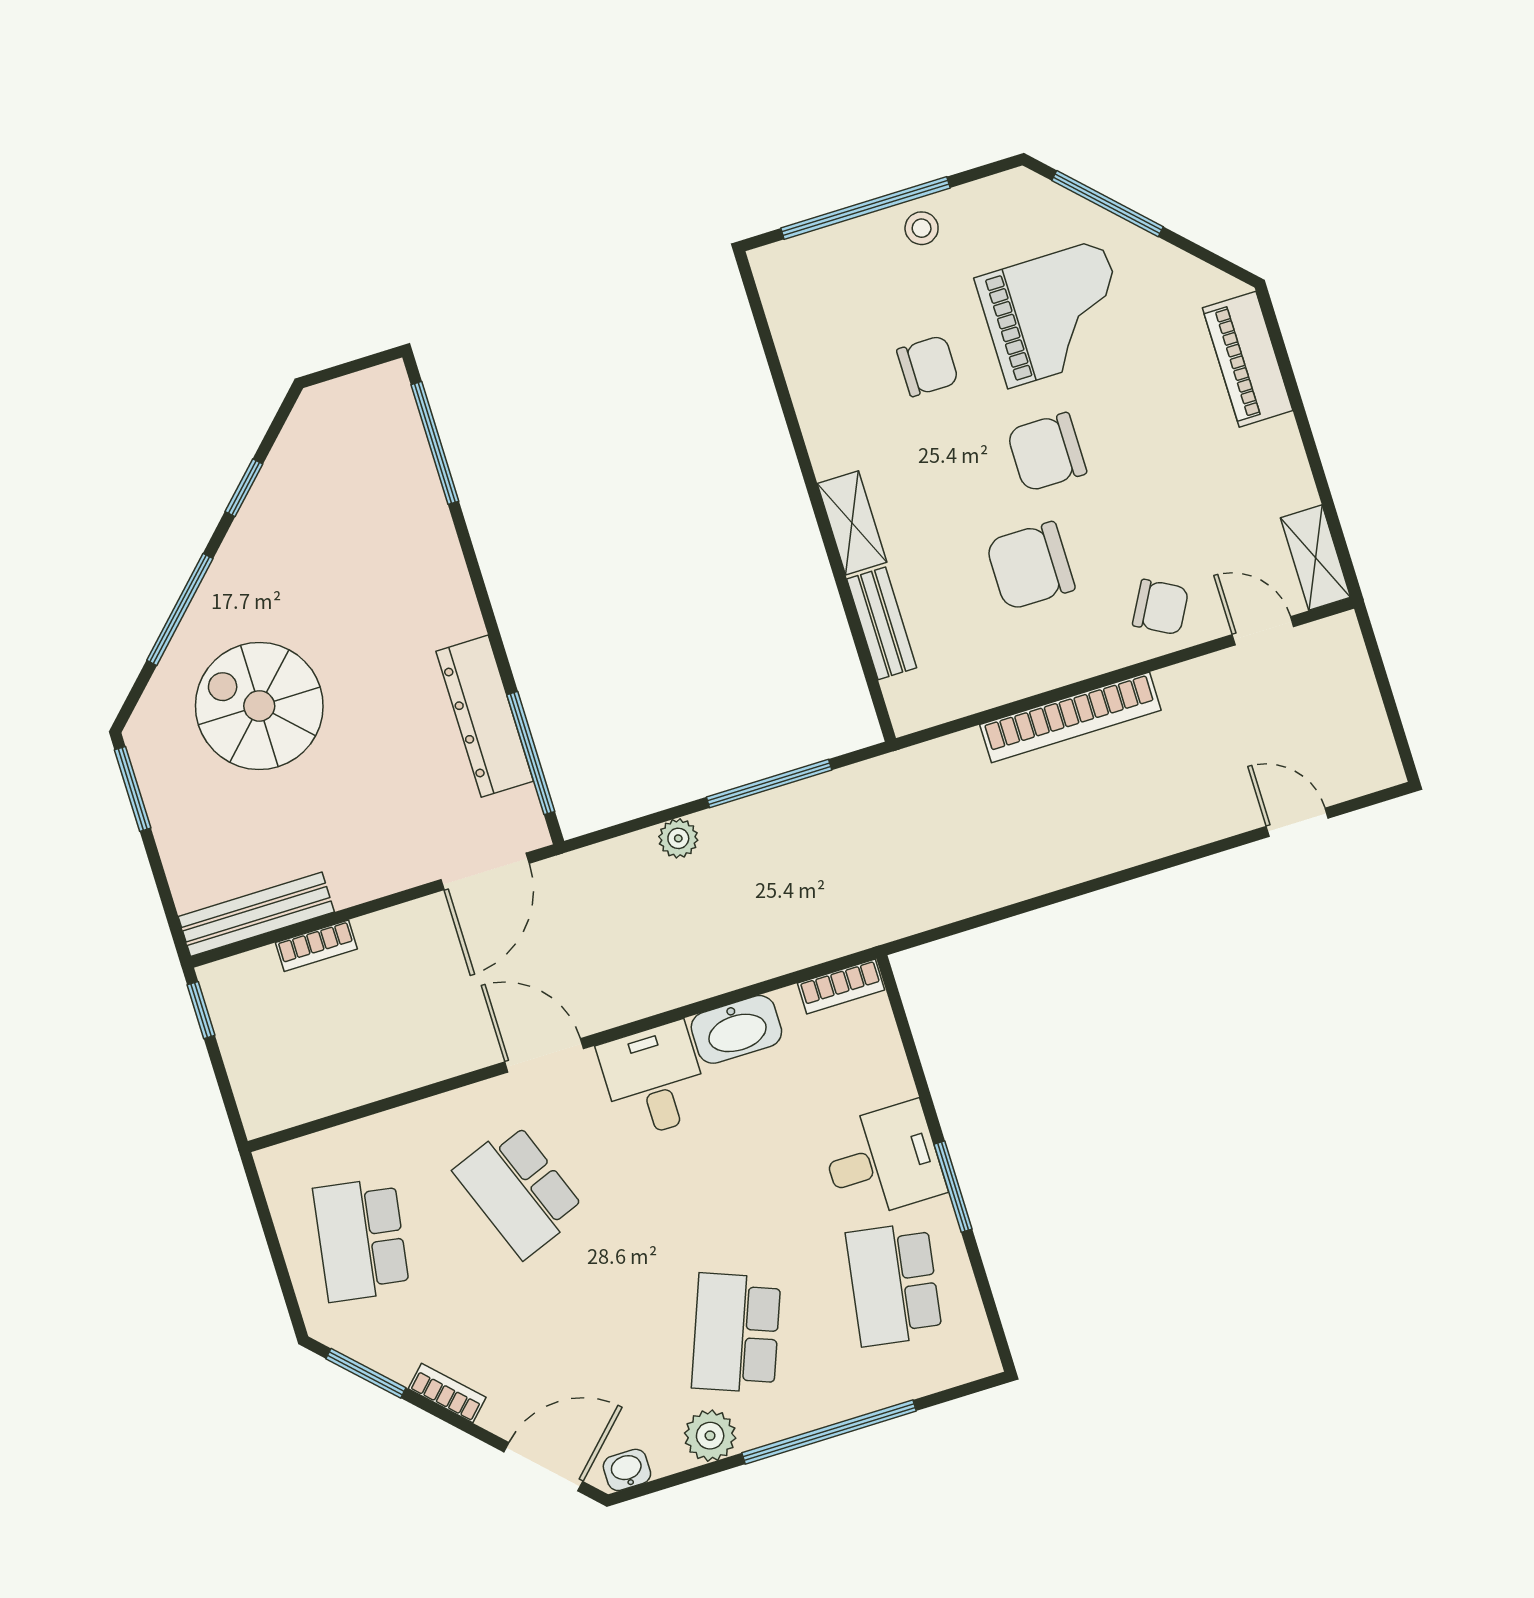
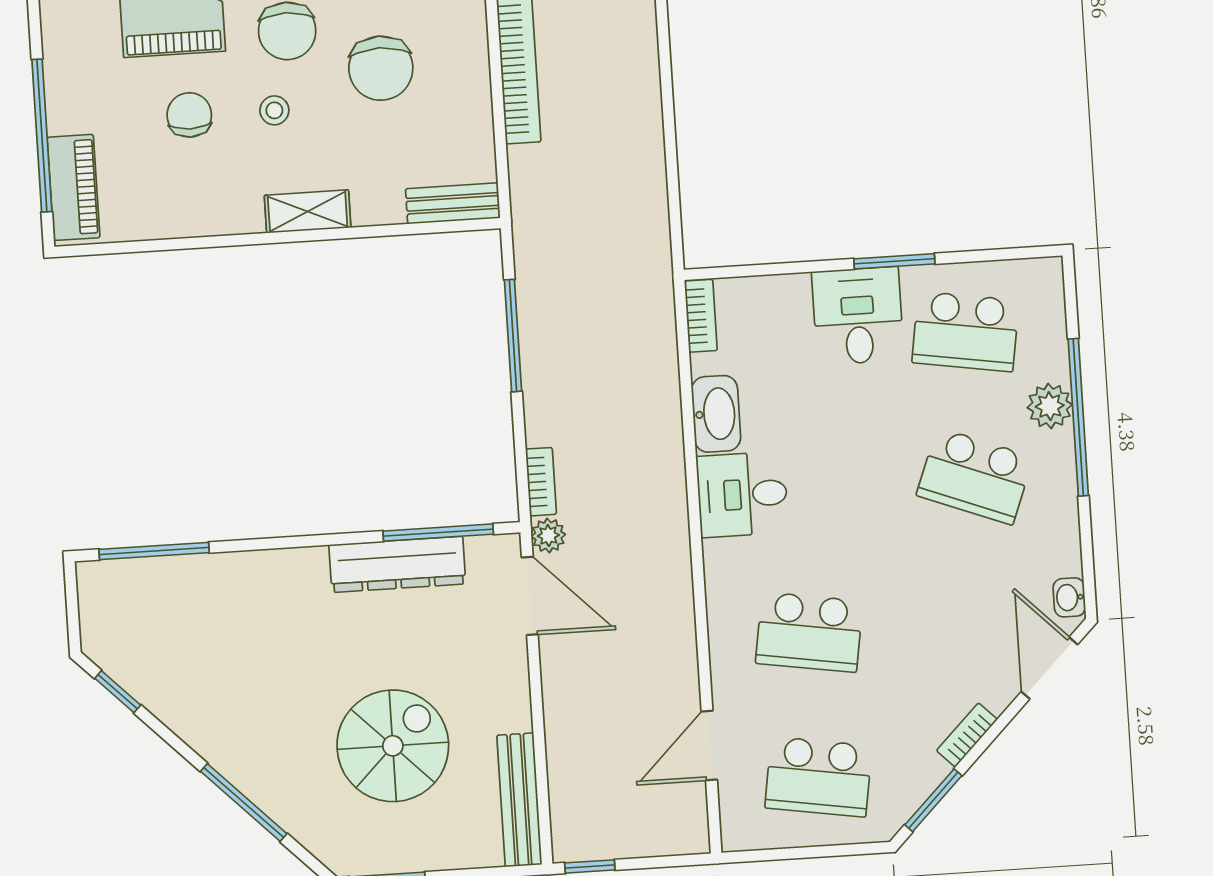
stool: (922, 228) -> (274, 110), moved
piano: (816, 257) -> (74, 187), added
window: (244, 488) -> (118, 692), moved
bench: (882, 623) -> (453, 203), moved
spiral stairs: (259, 706) -> (393, 746), moved, turned 180
plant: (678, 838) -> (548, 536), moved
bookcase: (316, 946) -> (541, 482), moved
door: (544, 1055) -> (709, 746), moved
school desk: (519, 1191) -> (809, 632), turned 30
plant: (710, 1436) -> (1050, 406), moved

